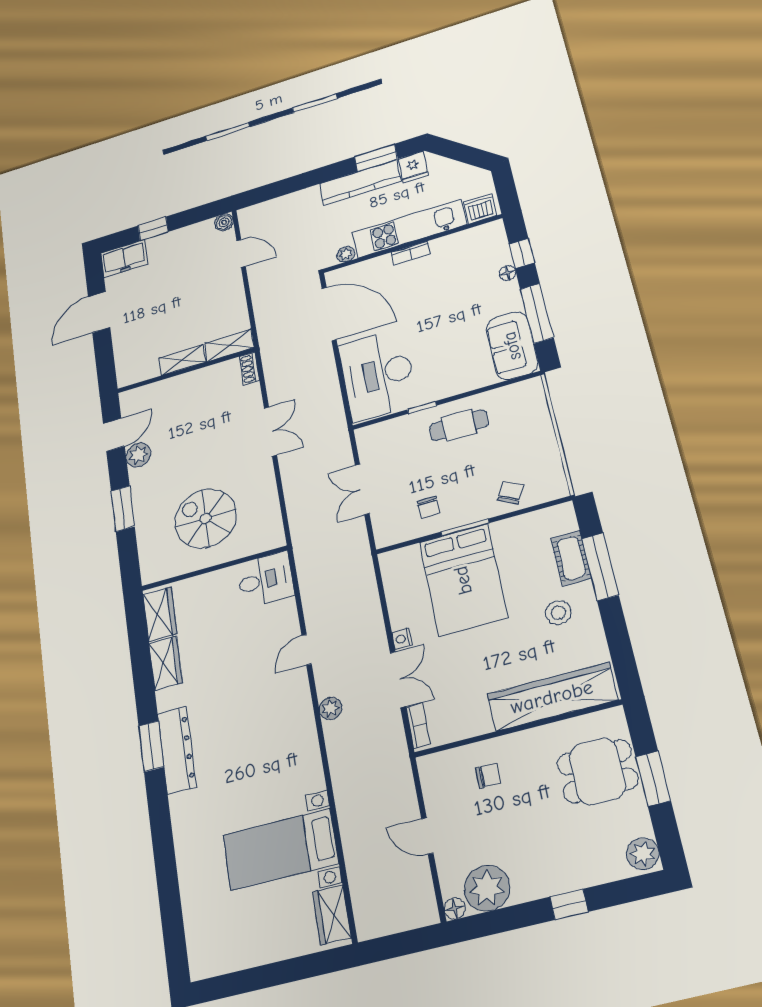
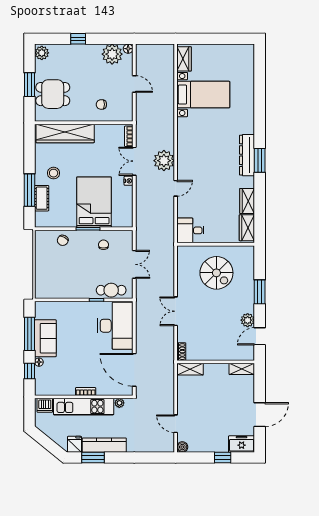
sofa: (512, 346) -> (45, 338), moved
shelving: (182, 360) -> (242, 369), moved
cafe table: (459, 425) -> (111, 290), moved
plant: (330, 708) -> (164, 161), width x1.88, depth x1.88

